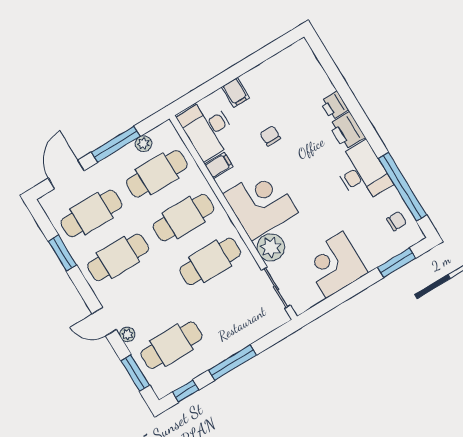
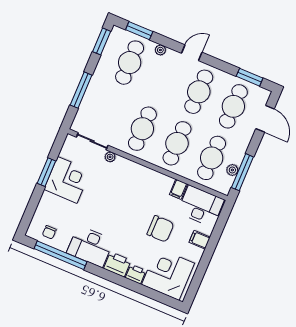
chair: (270, 136) -> (160, 229), width x1.87, depth x1.87
window: (116, 144) -> (242, 172), moved
corner desk: (260, 203) -> (168, 274), moved, turned 180
plant: (271, 247) -> (110, 157), width x0.53, depth x0.53
window: (62, 253) -> (250, 77), moved
window: (396, 263) -> (46, 172), moved
door: (104, 322) -> (192, 53), moved
window: (232, 363) -> (81, 90), moved
window: (186, 391) -> (102, 41), width x1.50

